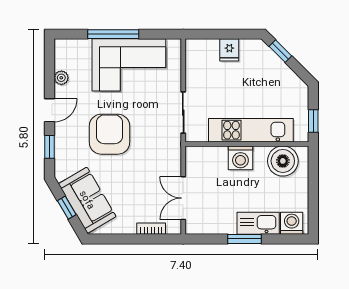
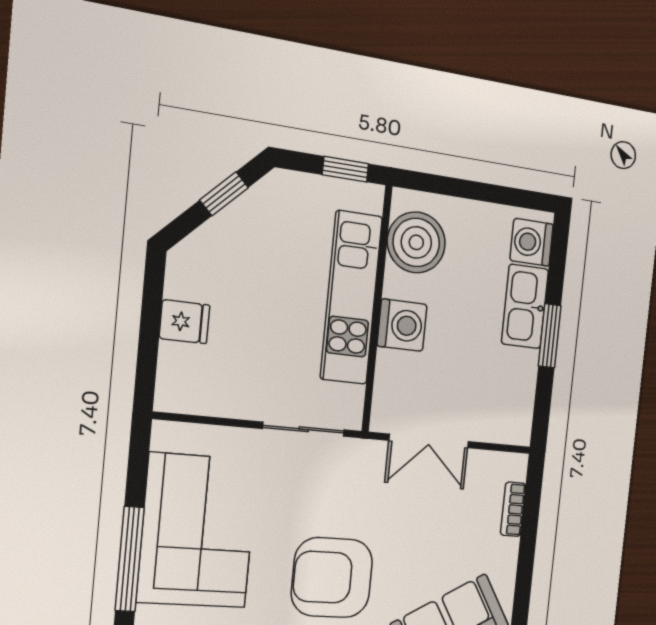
window: (280, 51) -> (224, 194), moved
double door: (183, 198) -> (429, 441), moved

